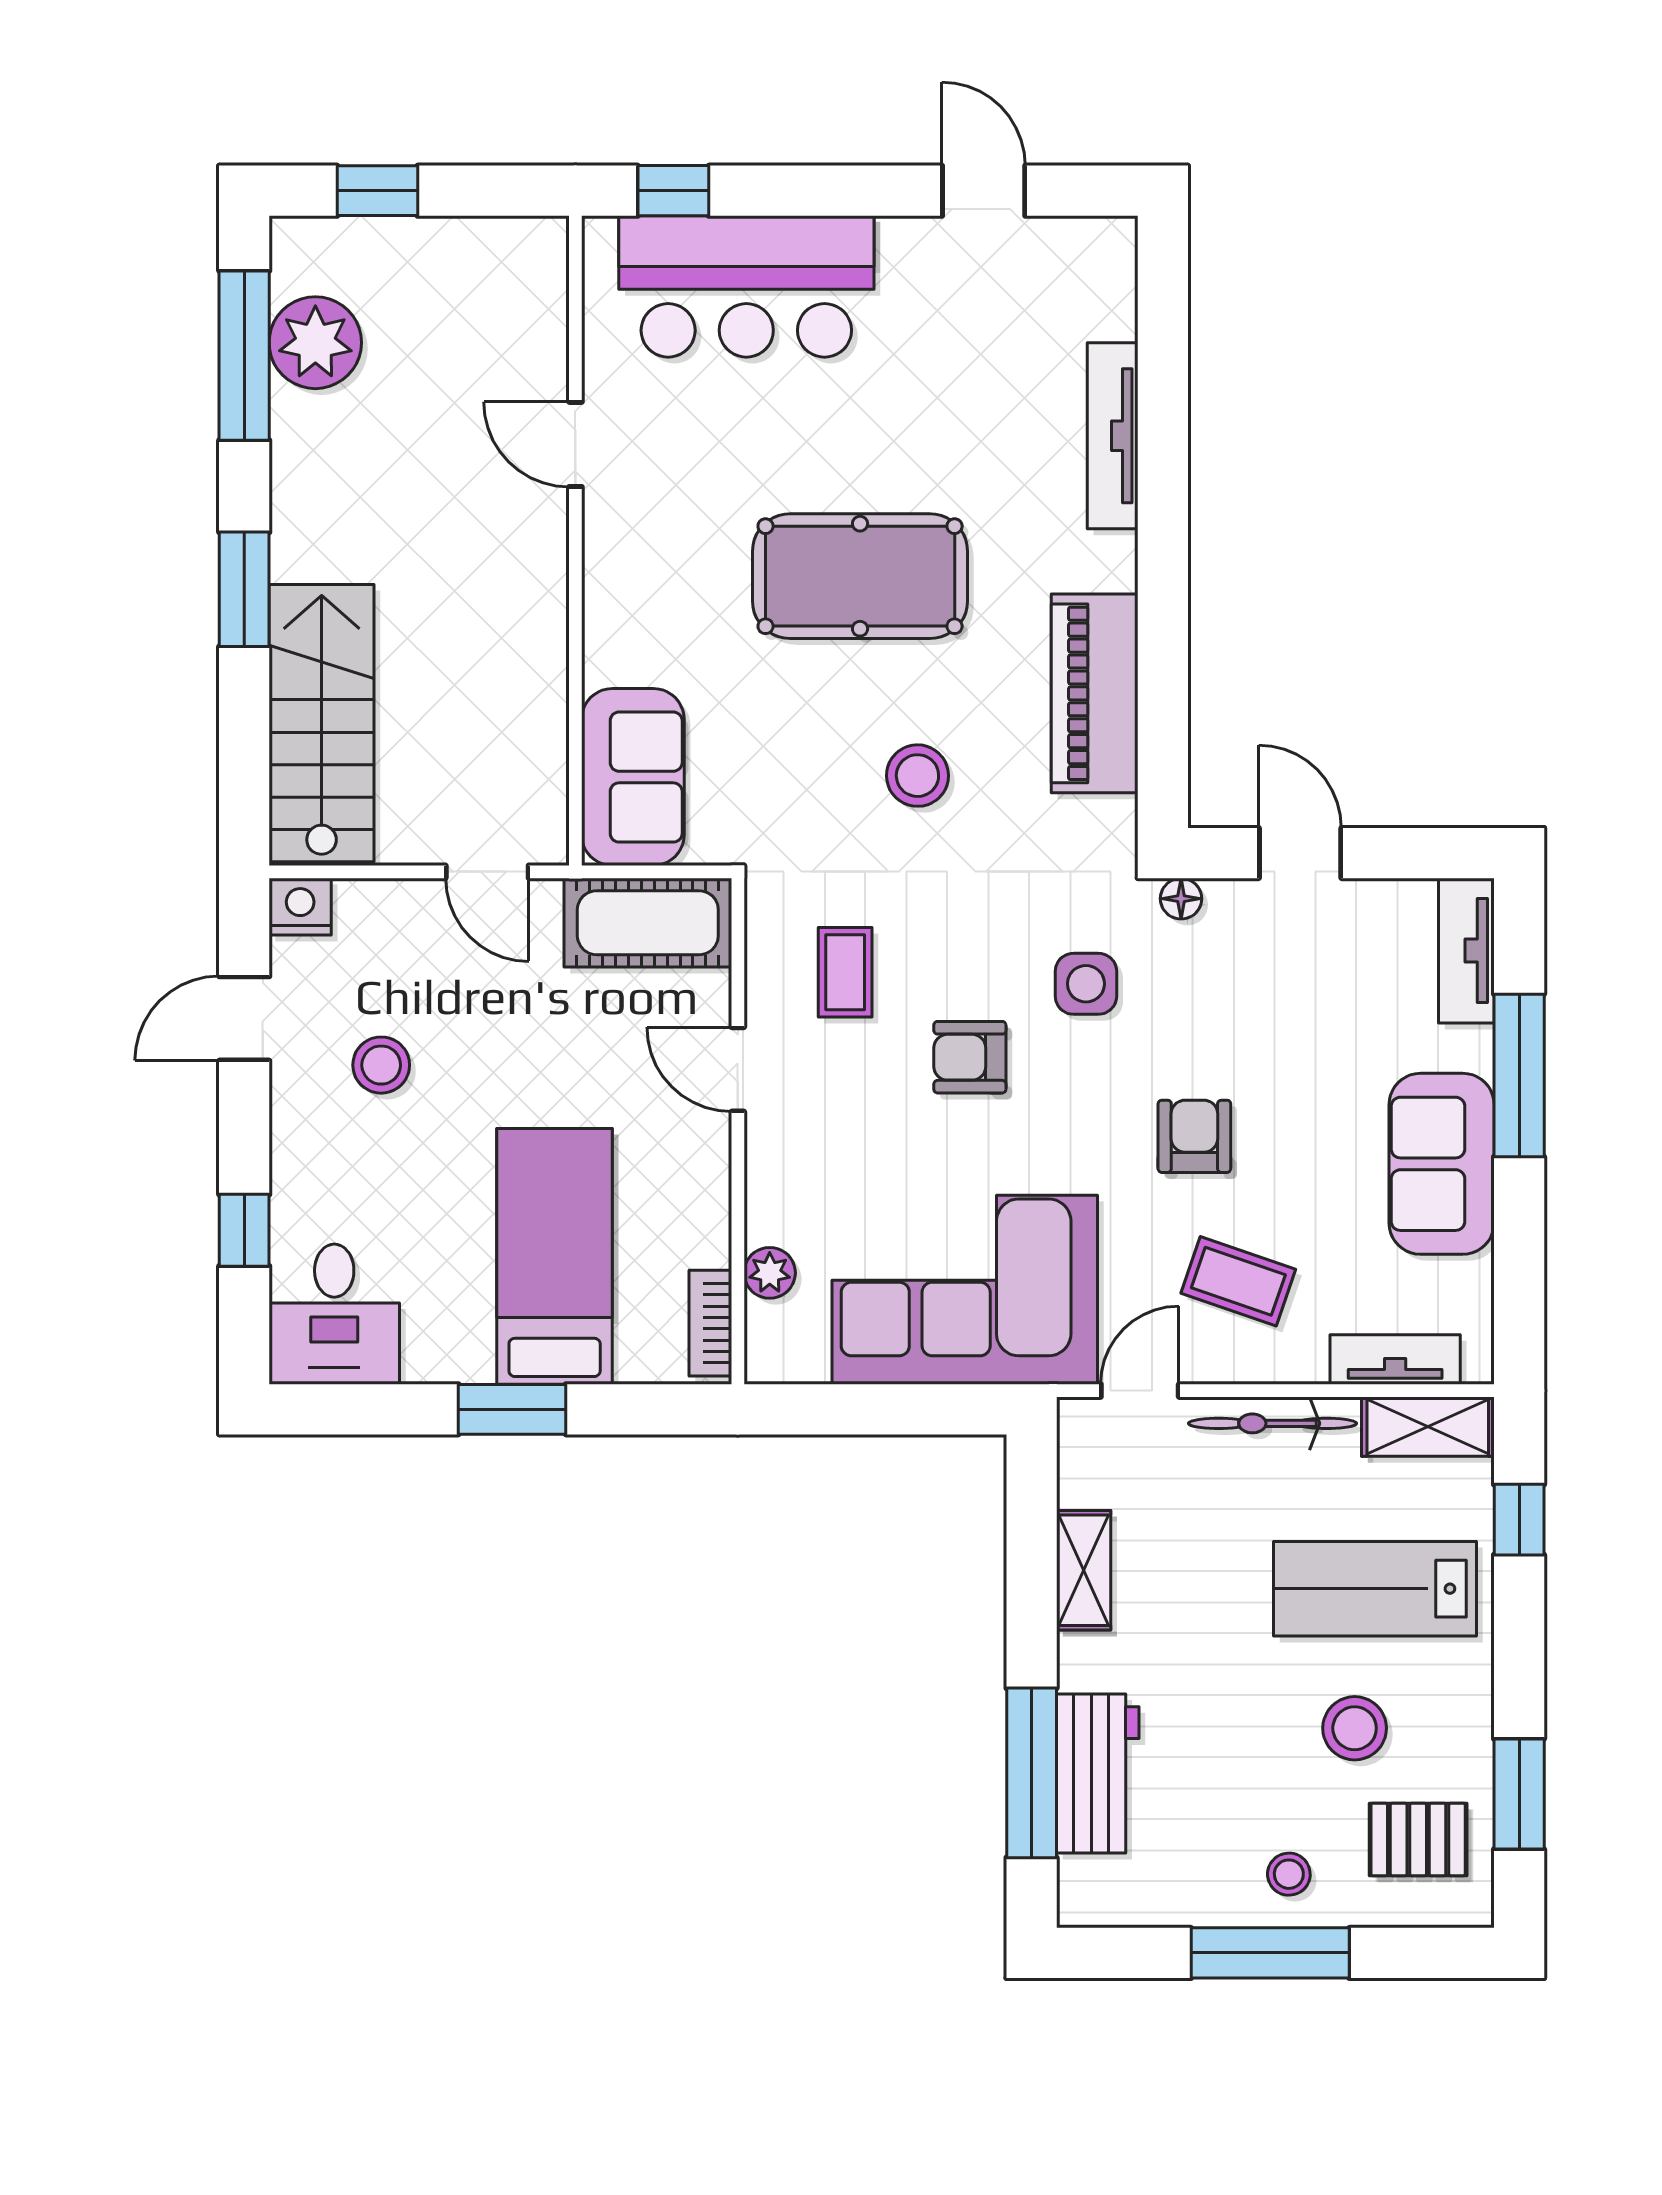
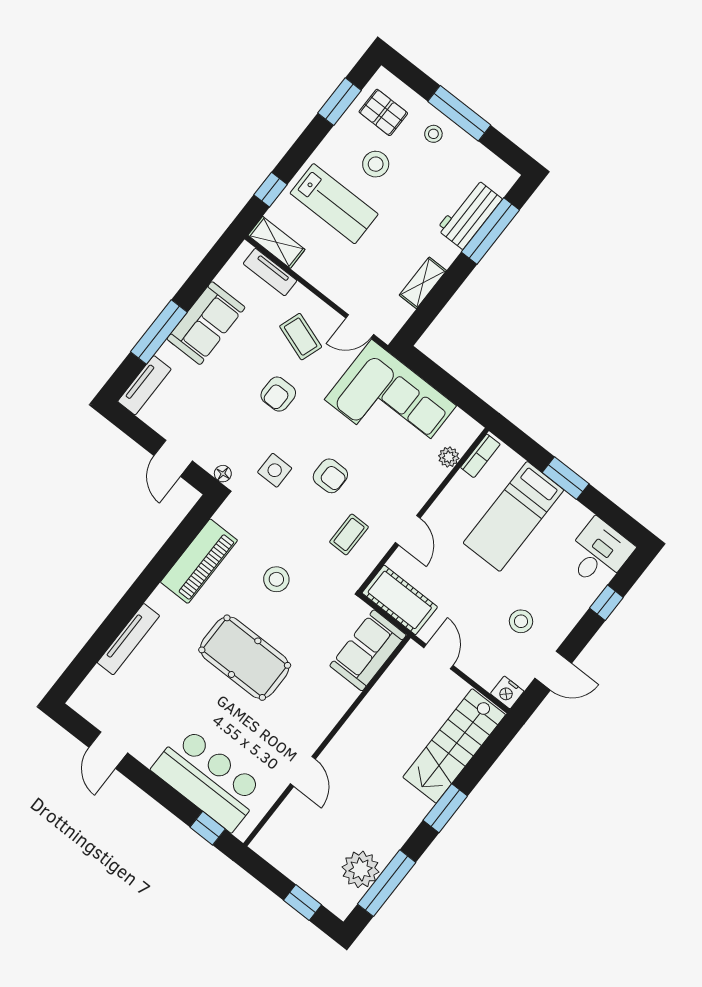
bicycle: (1273, 1423) -> (325, 282), removed

